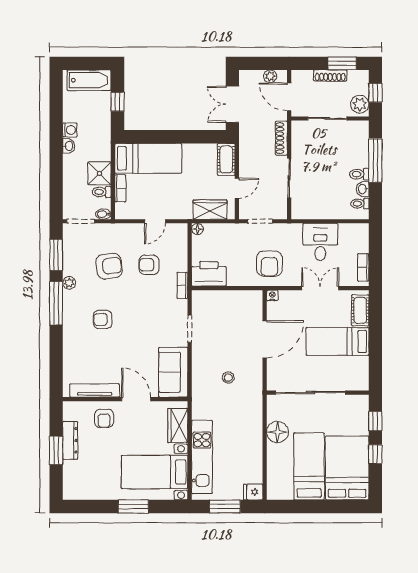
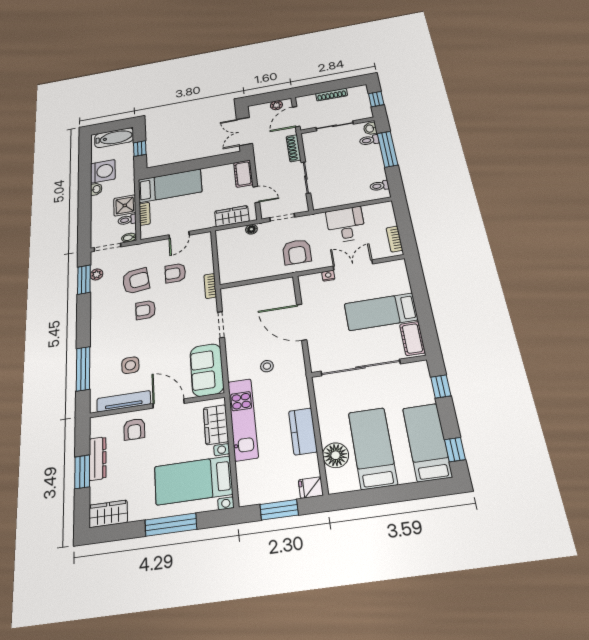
window: (342, 63) -> (341, 84), removed
door: (289, 97) -> (296, 117), hinge flipped
plant: (360, 104) -> (363, 110), removed
washing machine: (70, 130) -> (103, 171), width x1.89, depth x1.89
toilet: (359, 174) -> (369, 140), moved
door: (237, 188) -> (256, 194), hinge flipped
washbasin: (363, 189) -> (370, 129), moved
floor lamp: (197, 229) -> (251, 229), moved
printer: (209, 274) -> (236, 271), removed
plant: (69, 283) -> (96, 274), moved
nightstand: (272, 295) -> (328, 276), moved
window: (56, 303) -> (83, 369), moved
cot: (360, 310) -> (412, 338), moved
armchair: (103, 319) -> (146, 310), moved
door: (265, 339) -> (302, 322), swing flipped
side table: (102, 356) -> (130, 365), added
floor lamp: (277, 432) -> (336, 455), moved
kitchen counter: (253, 443) -> (303, 431), added
window: (375, 454) -> (455, 450), moved
kitchen unit: (202, 457) -> (243, 419), moved
bed: (347, 468) -> (427, 442), width x0.67
wardrobe: (79, 490) -> (108, 514), added
window: (133, 507) -> (171, 525), width x1.44

